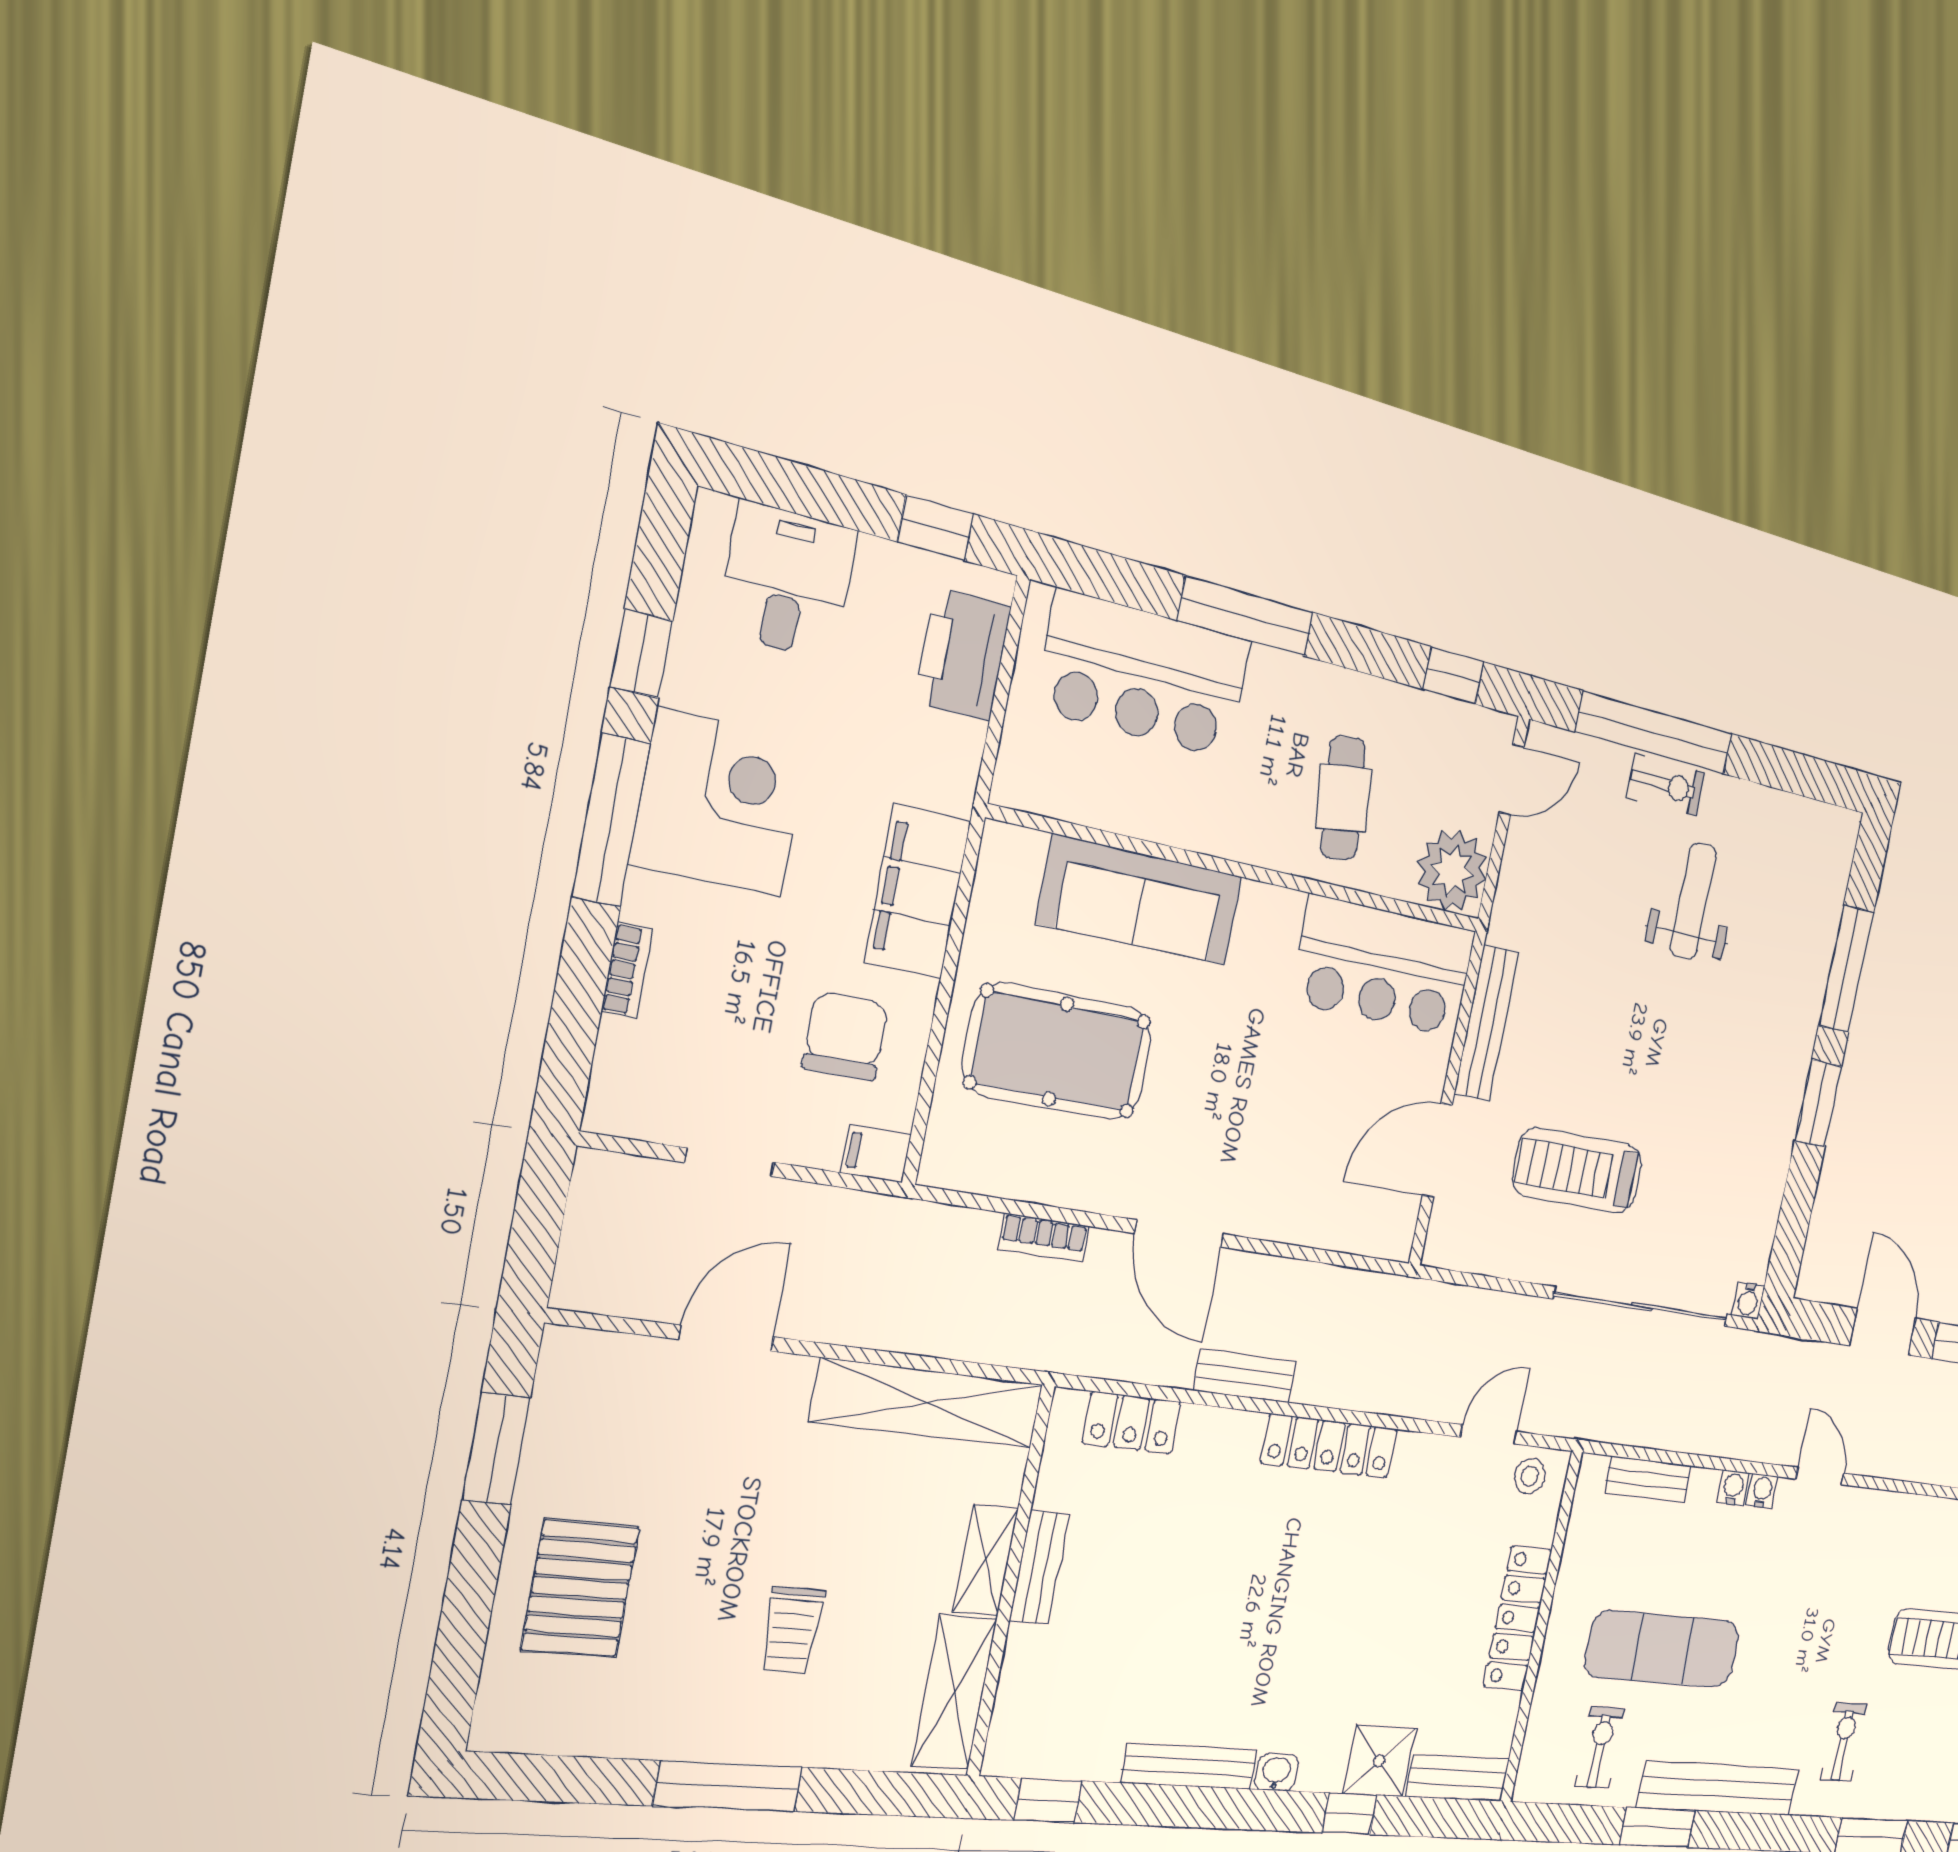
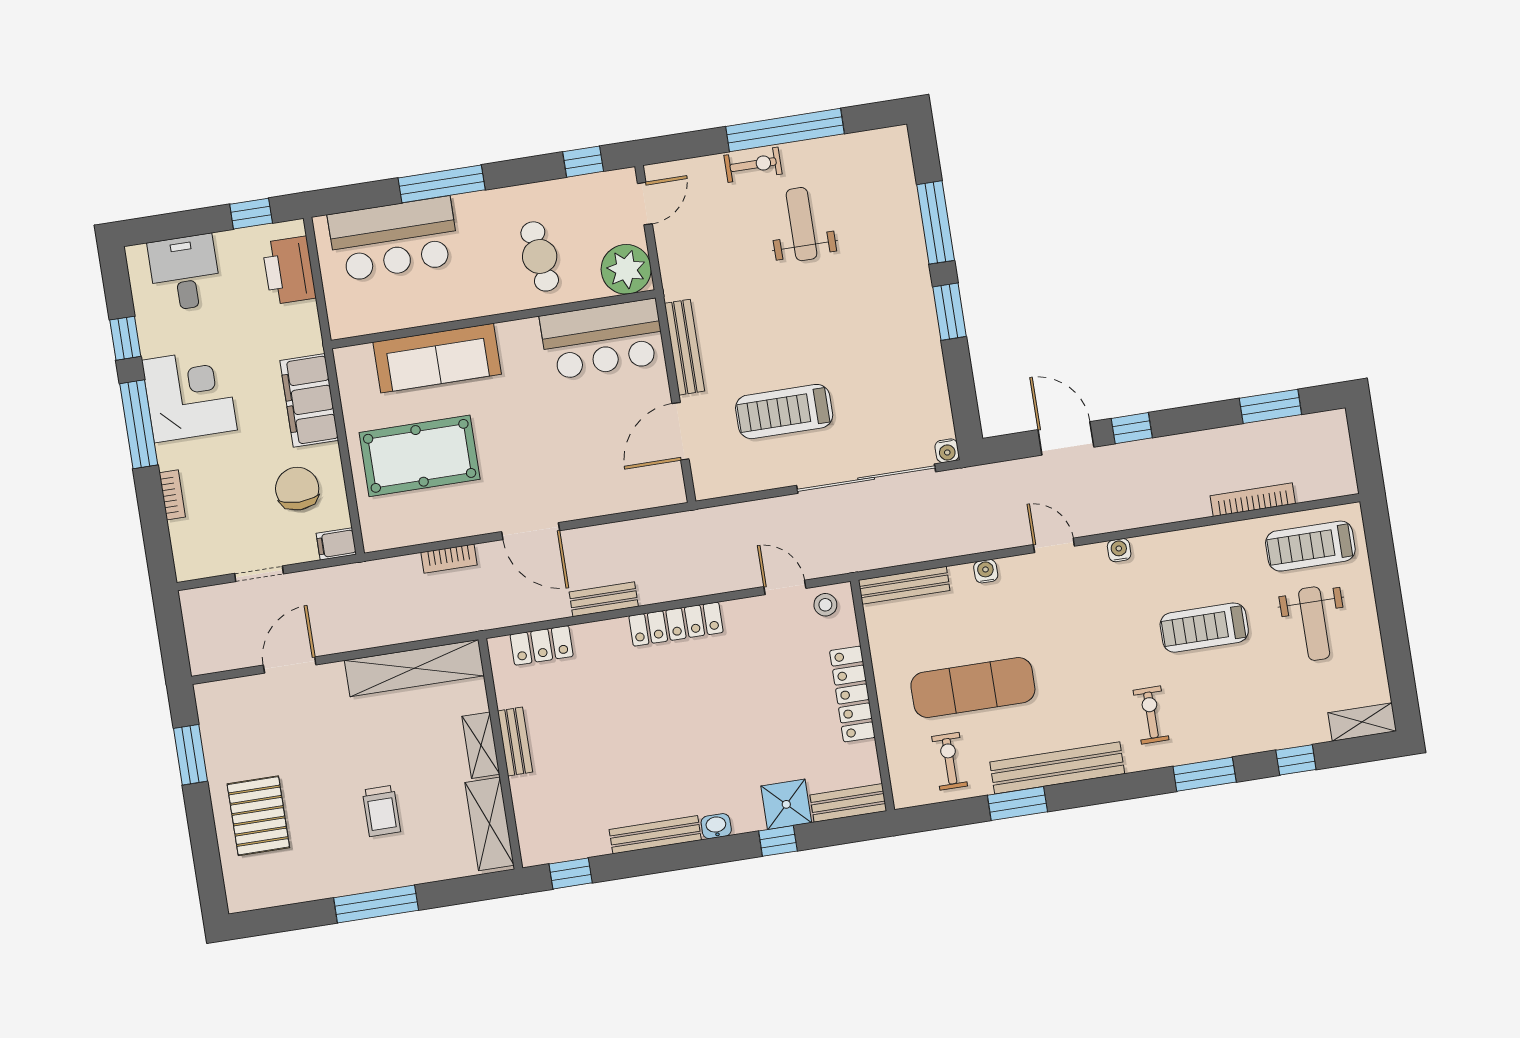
window: (1654, 733) -> (785, 130), moved
door: (1489, 1434) -> (785, 587), hinge flipped
bench: (1648, 1479) -> (904, 585), width x1.36
water cooler: (1762, 1491) -> (1119, 550), moved

